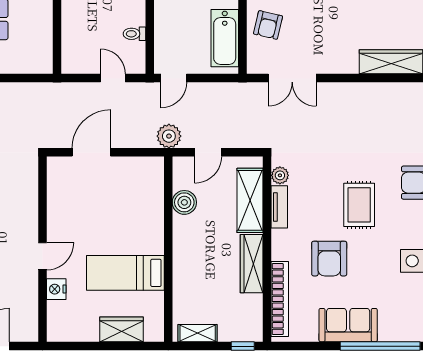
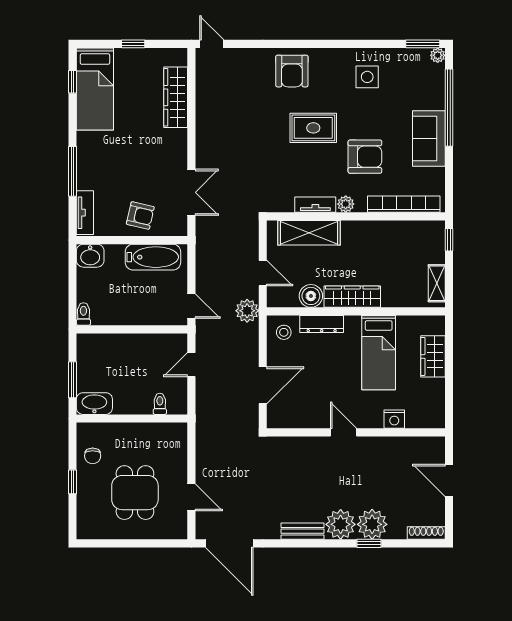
toilet: (134, 34) -> (160, 404), moved, turned 180
door: (91, 152) -> (263, 385), swing flipped
stool: (146, 174) -> (284, 332), added
plant: (280, 175) -> (346, 204), moved
dresser: (155, 214) -> (322, 324), added
door: (42, 256) -> (343, 432), moved
wardrobe: (252, 264) -> (352, 297), moved, turned 180

